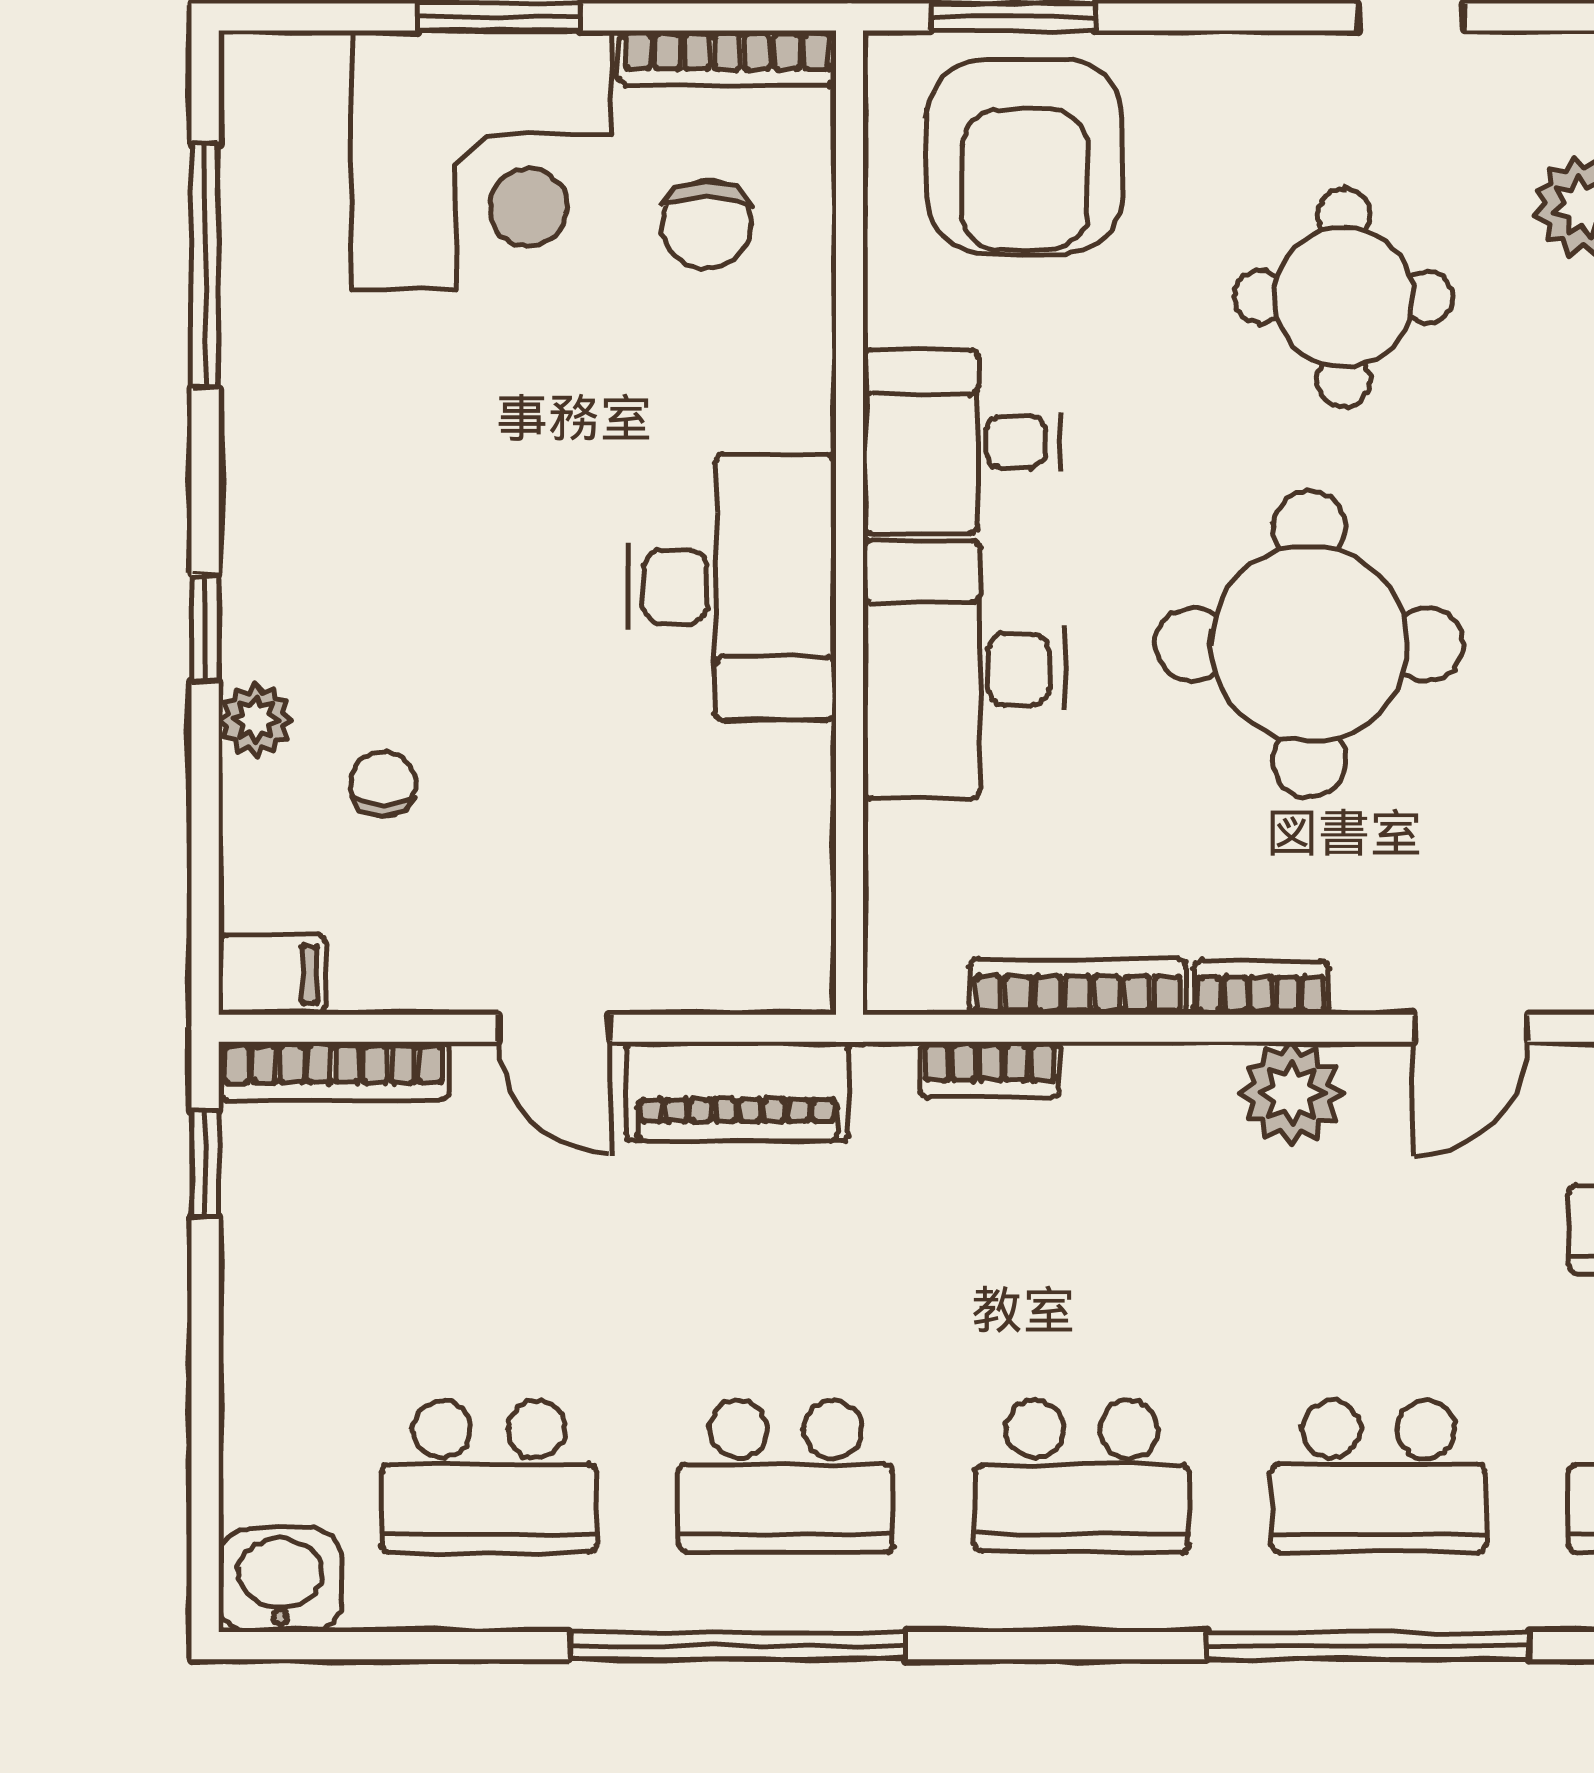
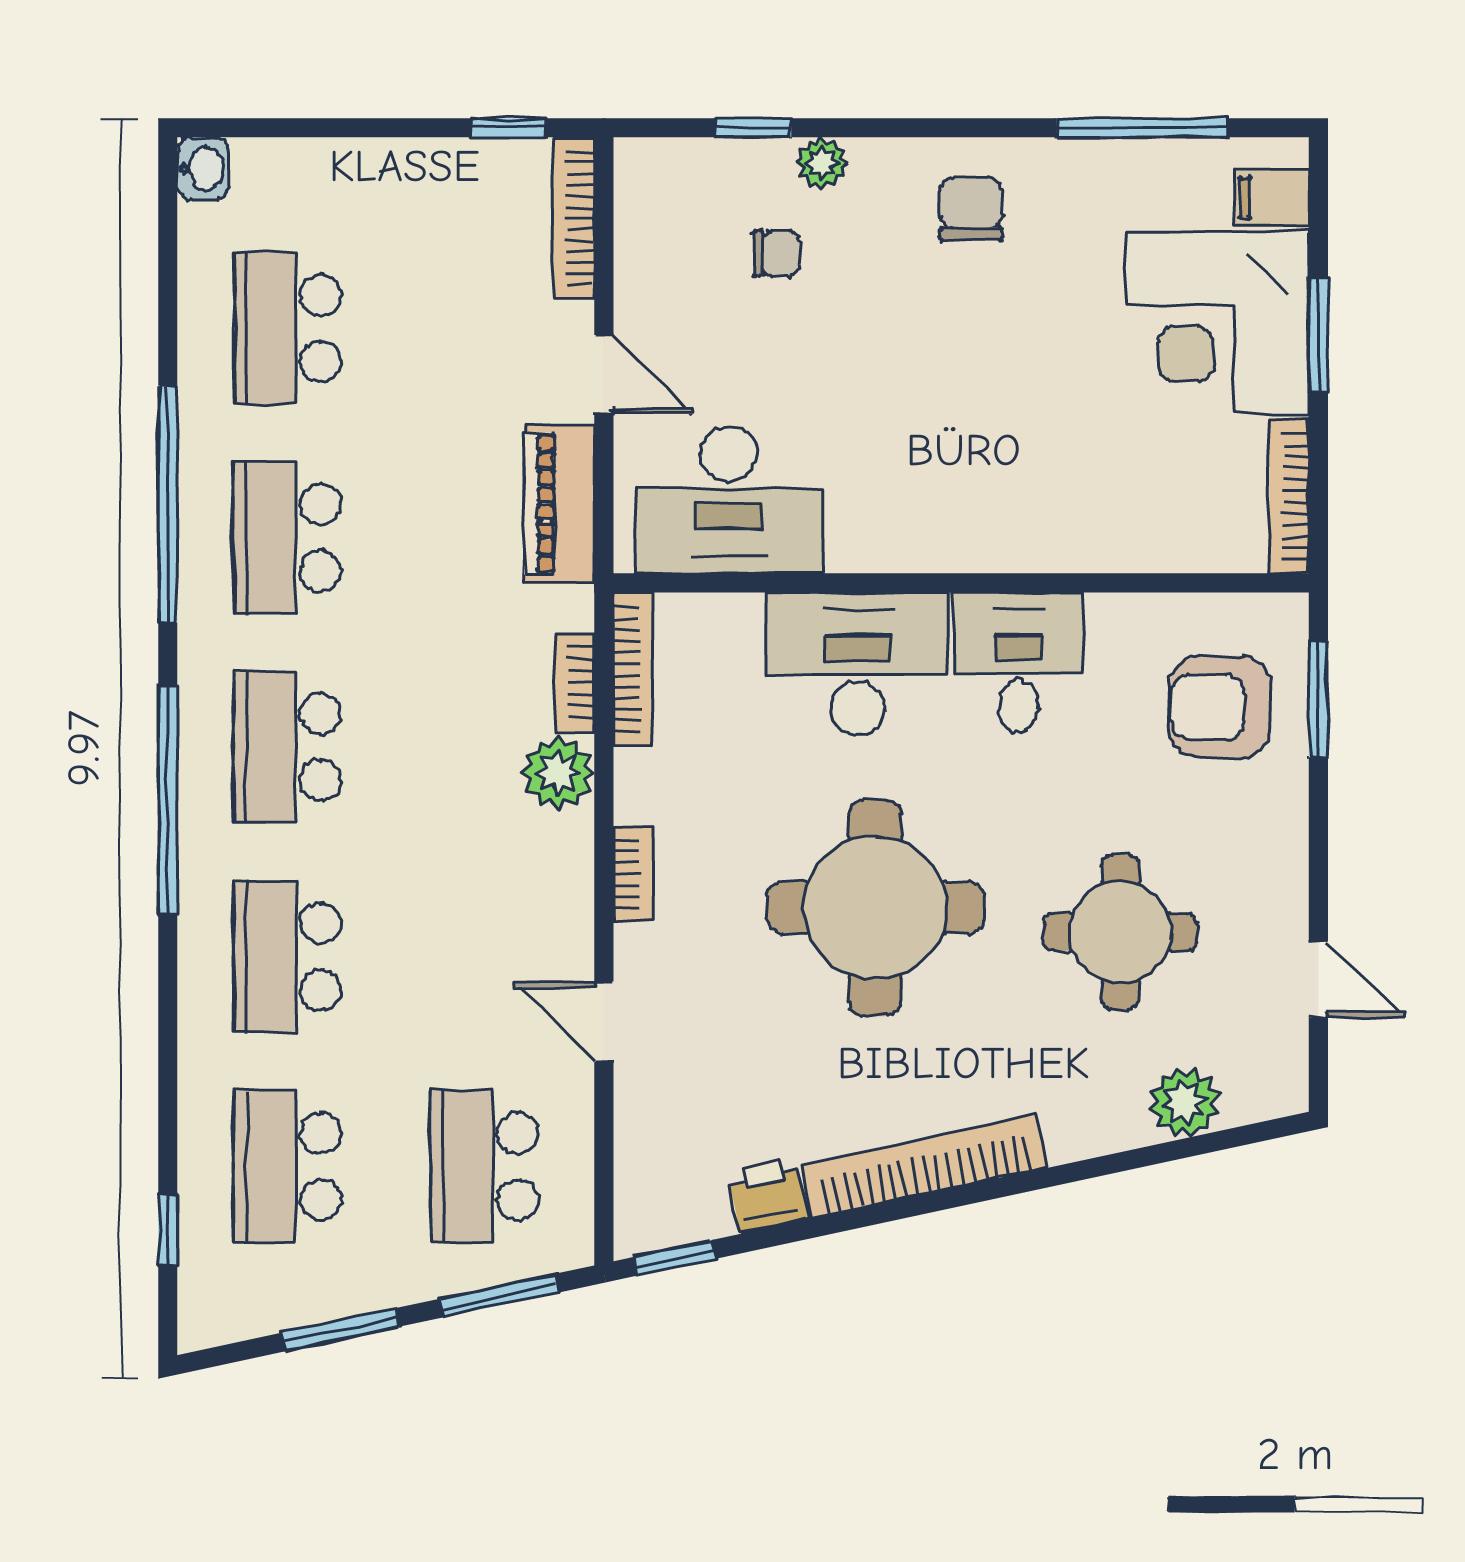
armchair: (1025, 156) -> (1220, 707), width x0.73, depth x0.73
chair: (707, 224) -> (971, 209), moved, turned 90
desk: (732, 587) -> (729, 500), moved
window: (205, 628) -> (753, 128), moved
filing cabinet: (272, 975) -> (1271, 198), moved, turned 90
bookcase: (1078, 987) -> (633, 669), moved
door: (554, 1028) -> (604, 374), swing flipped
plant: (1291, 1093) -> (558, 773), moved
washbasin: (280, 1580) -> (203, 169), width x0.72, depth x0.69
window: (1368, 1646) -> (168, 800), moved

